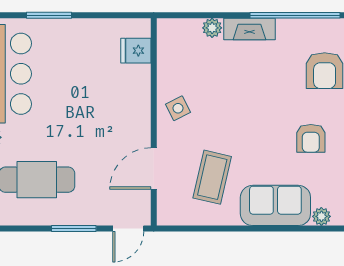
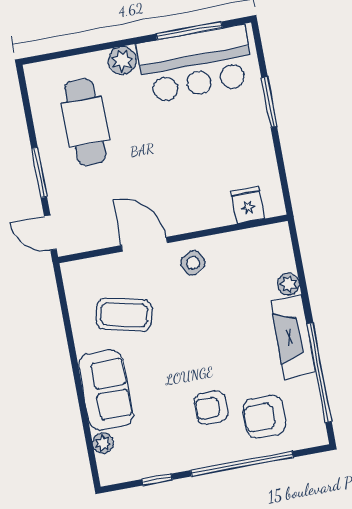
fireplace: (249, 29) -> (293, 337), width x1.37, depth x1.32
armchair: (311, 138) -> (211, 407), moved
door: (154, 169) -> (144, 244), moved

